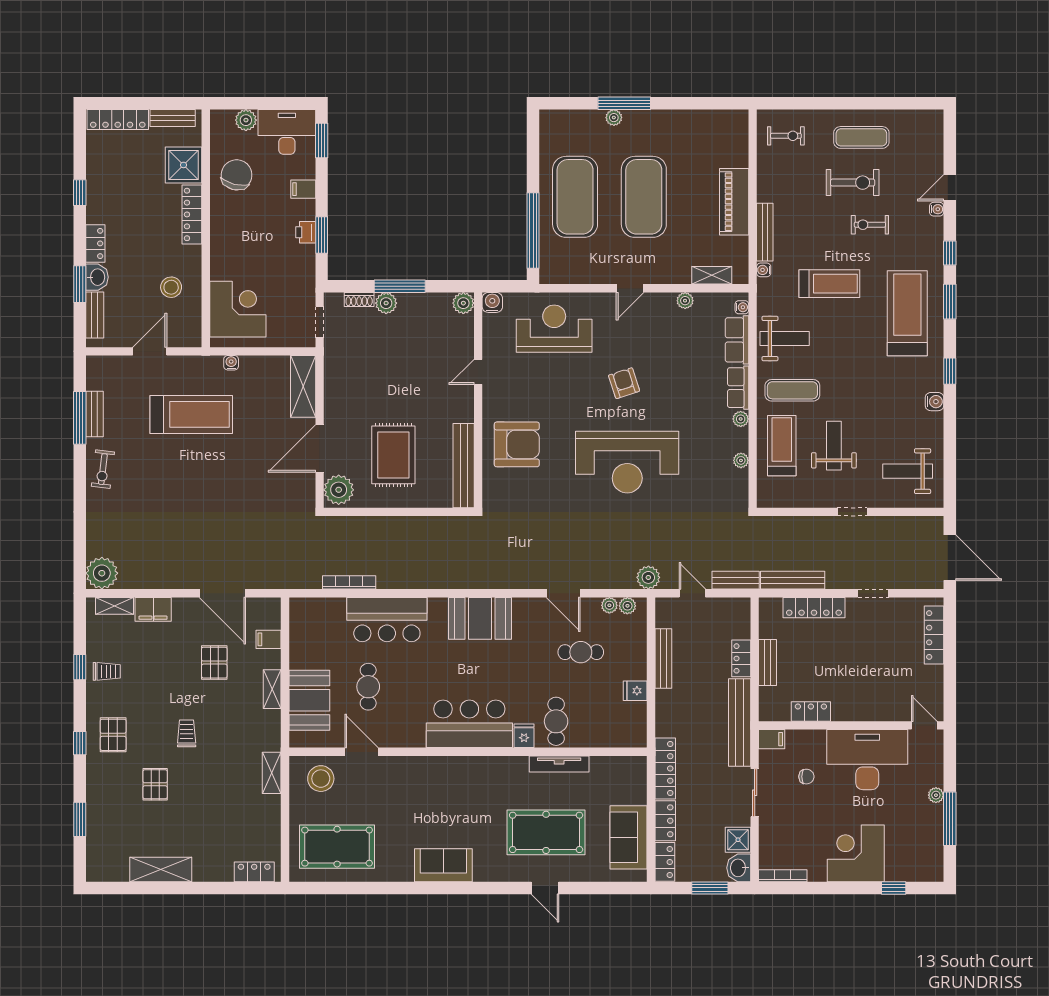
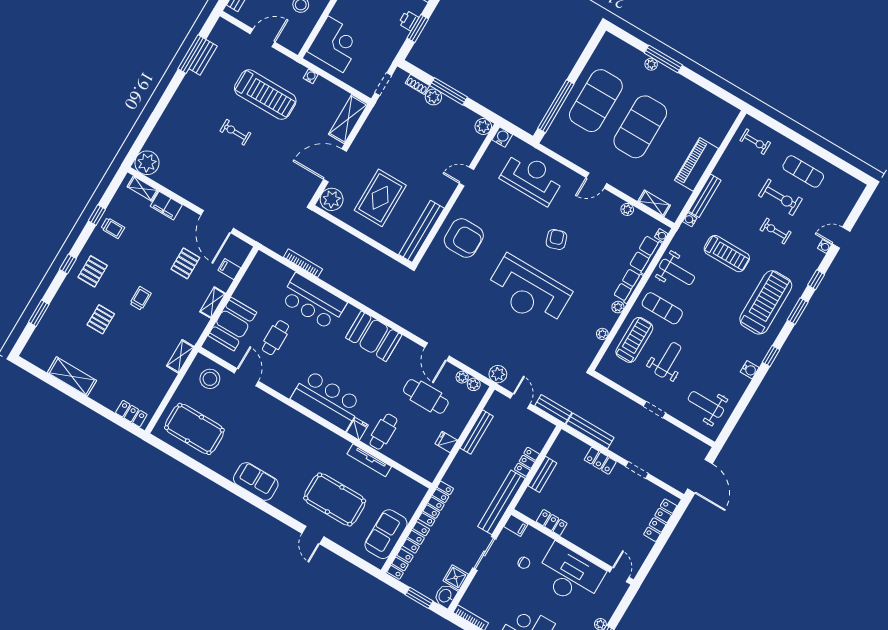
exercise bike: (103, 469) -> (235, 132), moved, turned 83
locker: (814, 608) -> (600, 461), width x0.66
cafe table: (581, 652) -> (426, 396), width x1.37, depth x1.35

